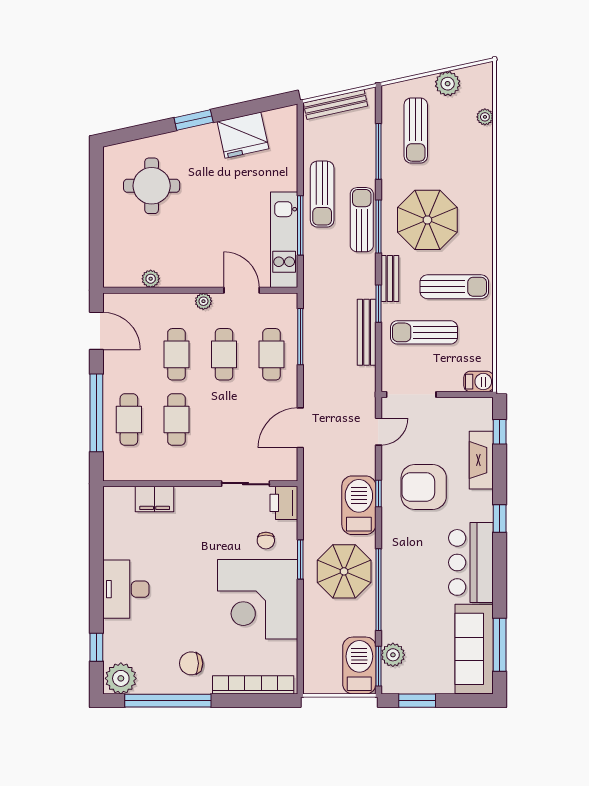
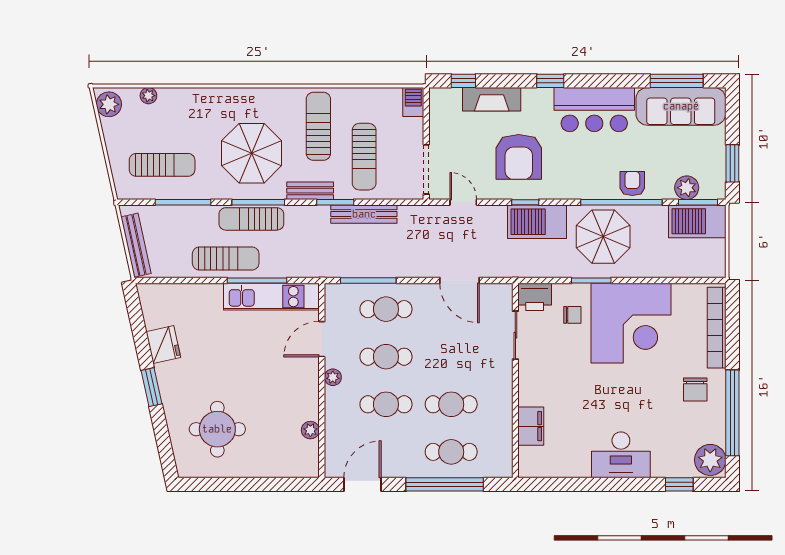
plant: (448, 84) -> (109, 104), moved
fridge: (243, 135) -> (163, 345), width x0.73, depth x0.75
armchair: (397, 600) -> (632, 183), added

